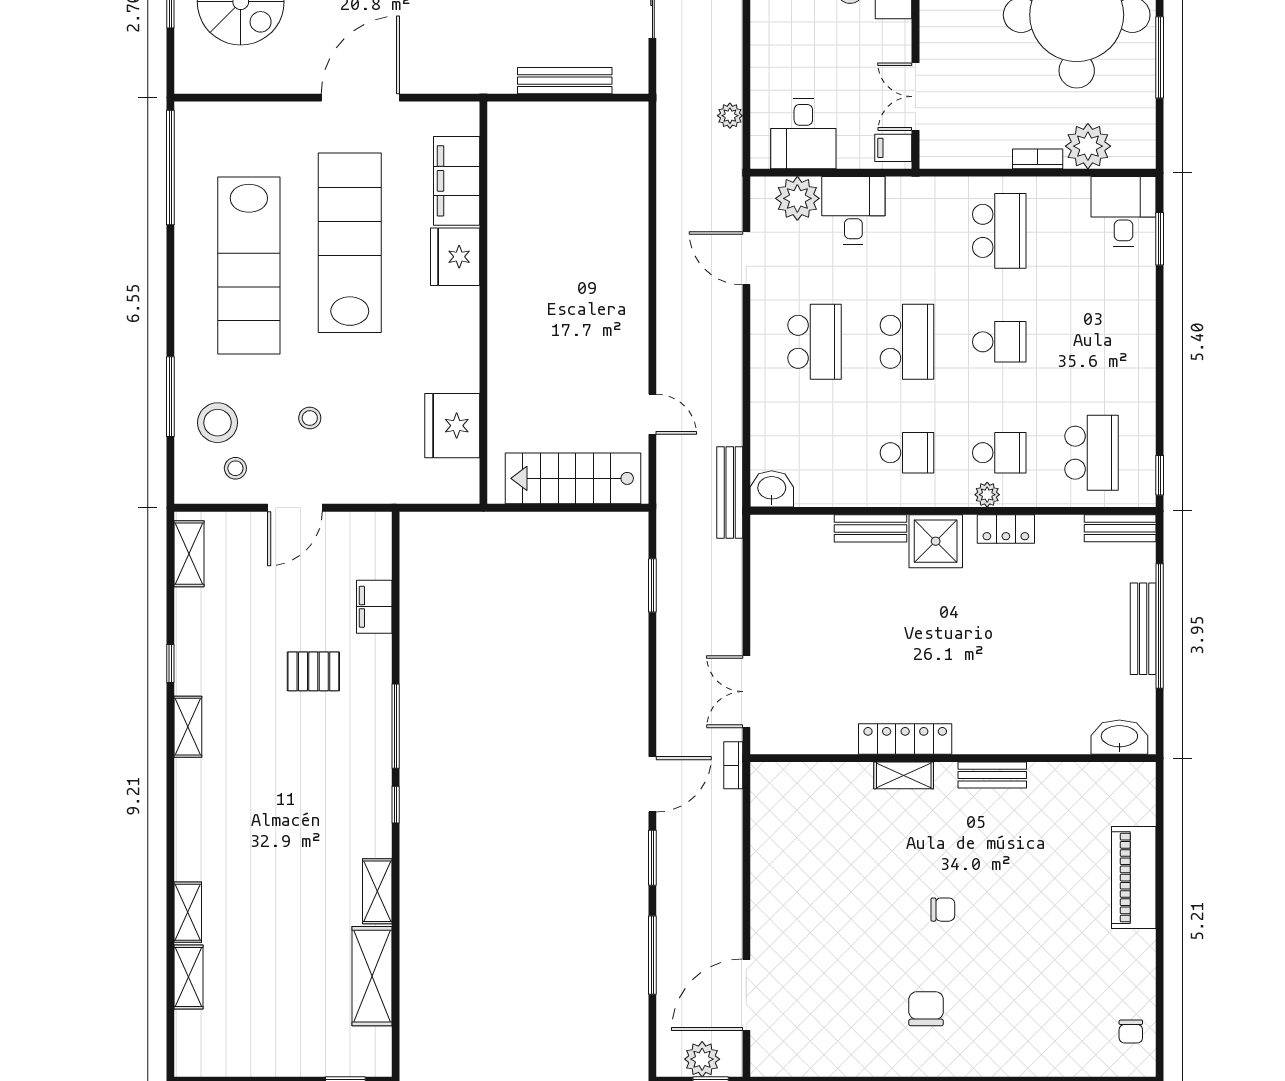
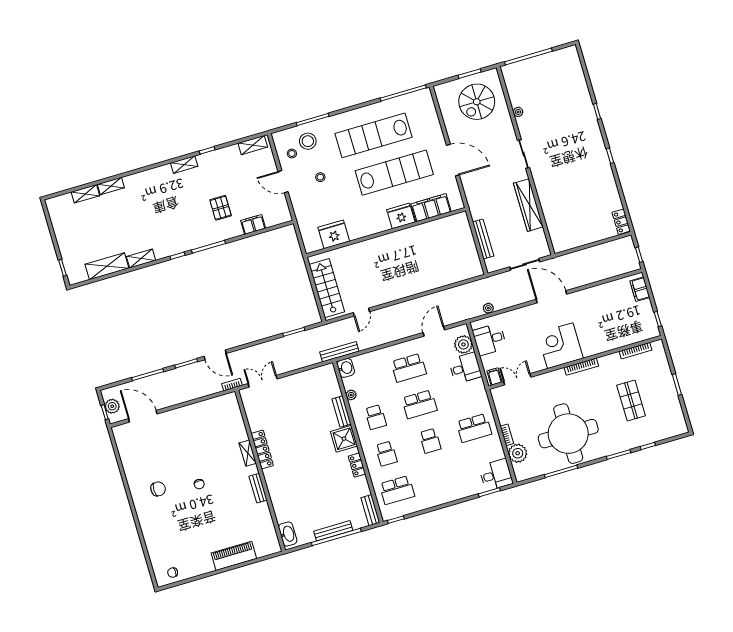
plant: (987, 495) -> (351, 395), moved

